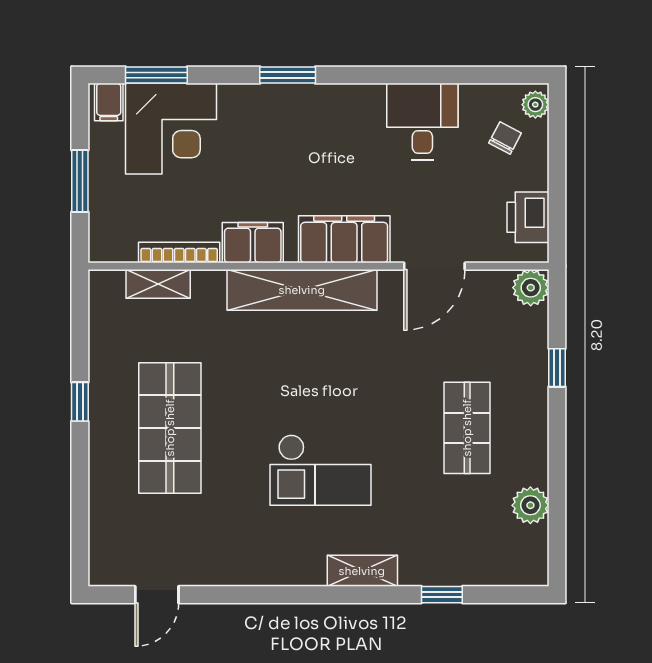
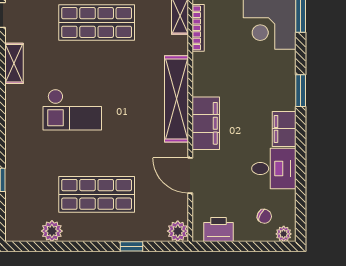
filing cabinet: (253, 243) -> (284, 129), moved, turned 180
shop shelf: (467, 428) -> (97, 194), width x1.43, depth x1.36
checkout: (321, 470) -> (72, 110), turned -90
shelving: (362, 571) -> (14, 63), moved

